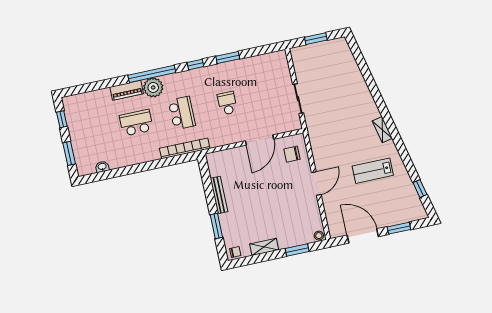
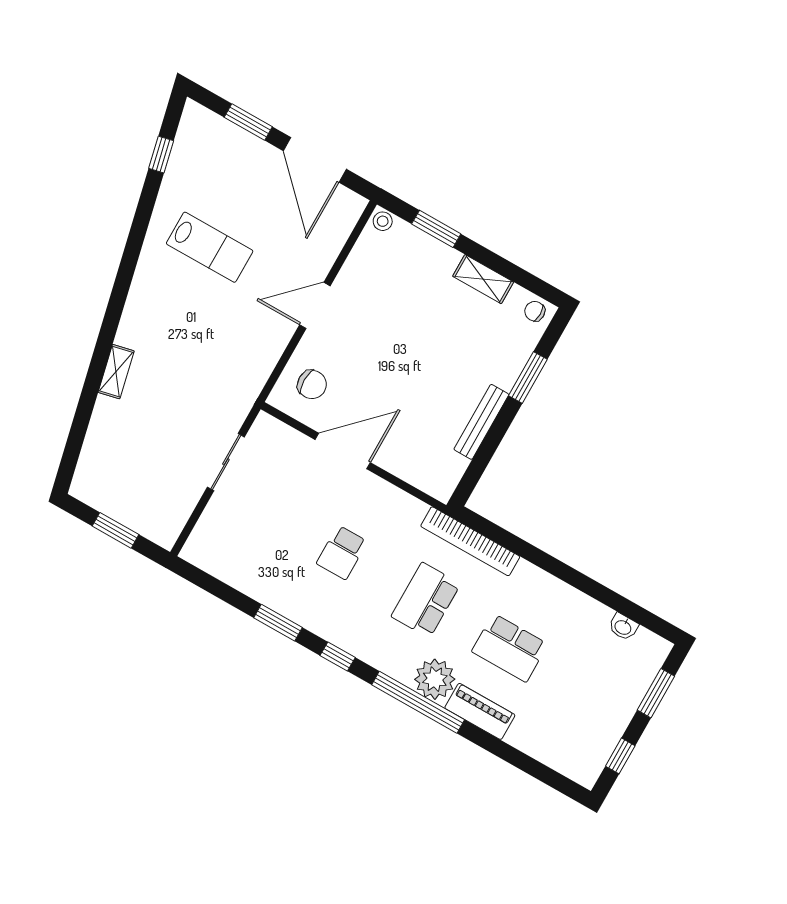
shelving: (382, 130) -> (116, 372), moved

